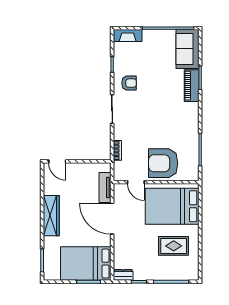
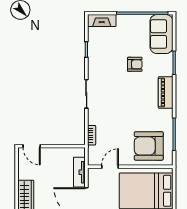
armchair: (129, 83) -> (135, 64), moved
piano: (192, 86) -> (166, 92), moved
armchair: (163, 163) -> (149, 146), moved
door: (136, 182) -> (110, 167), swing flipped

